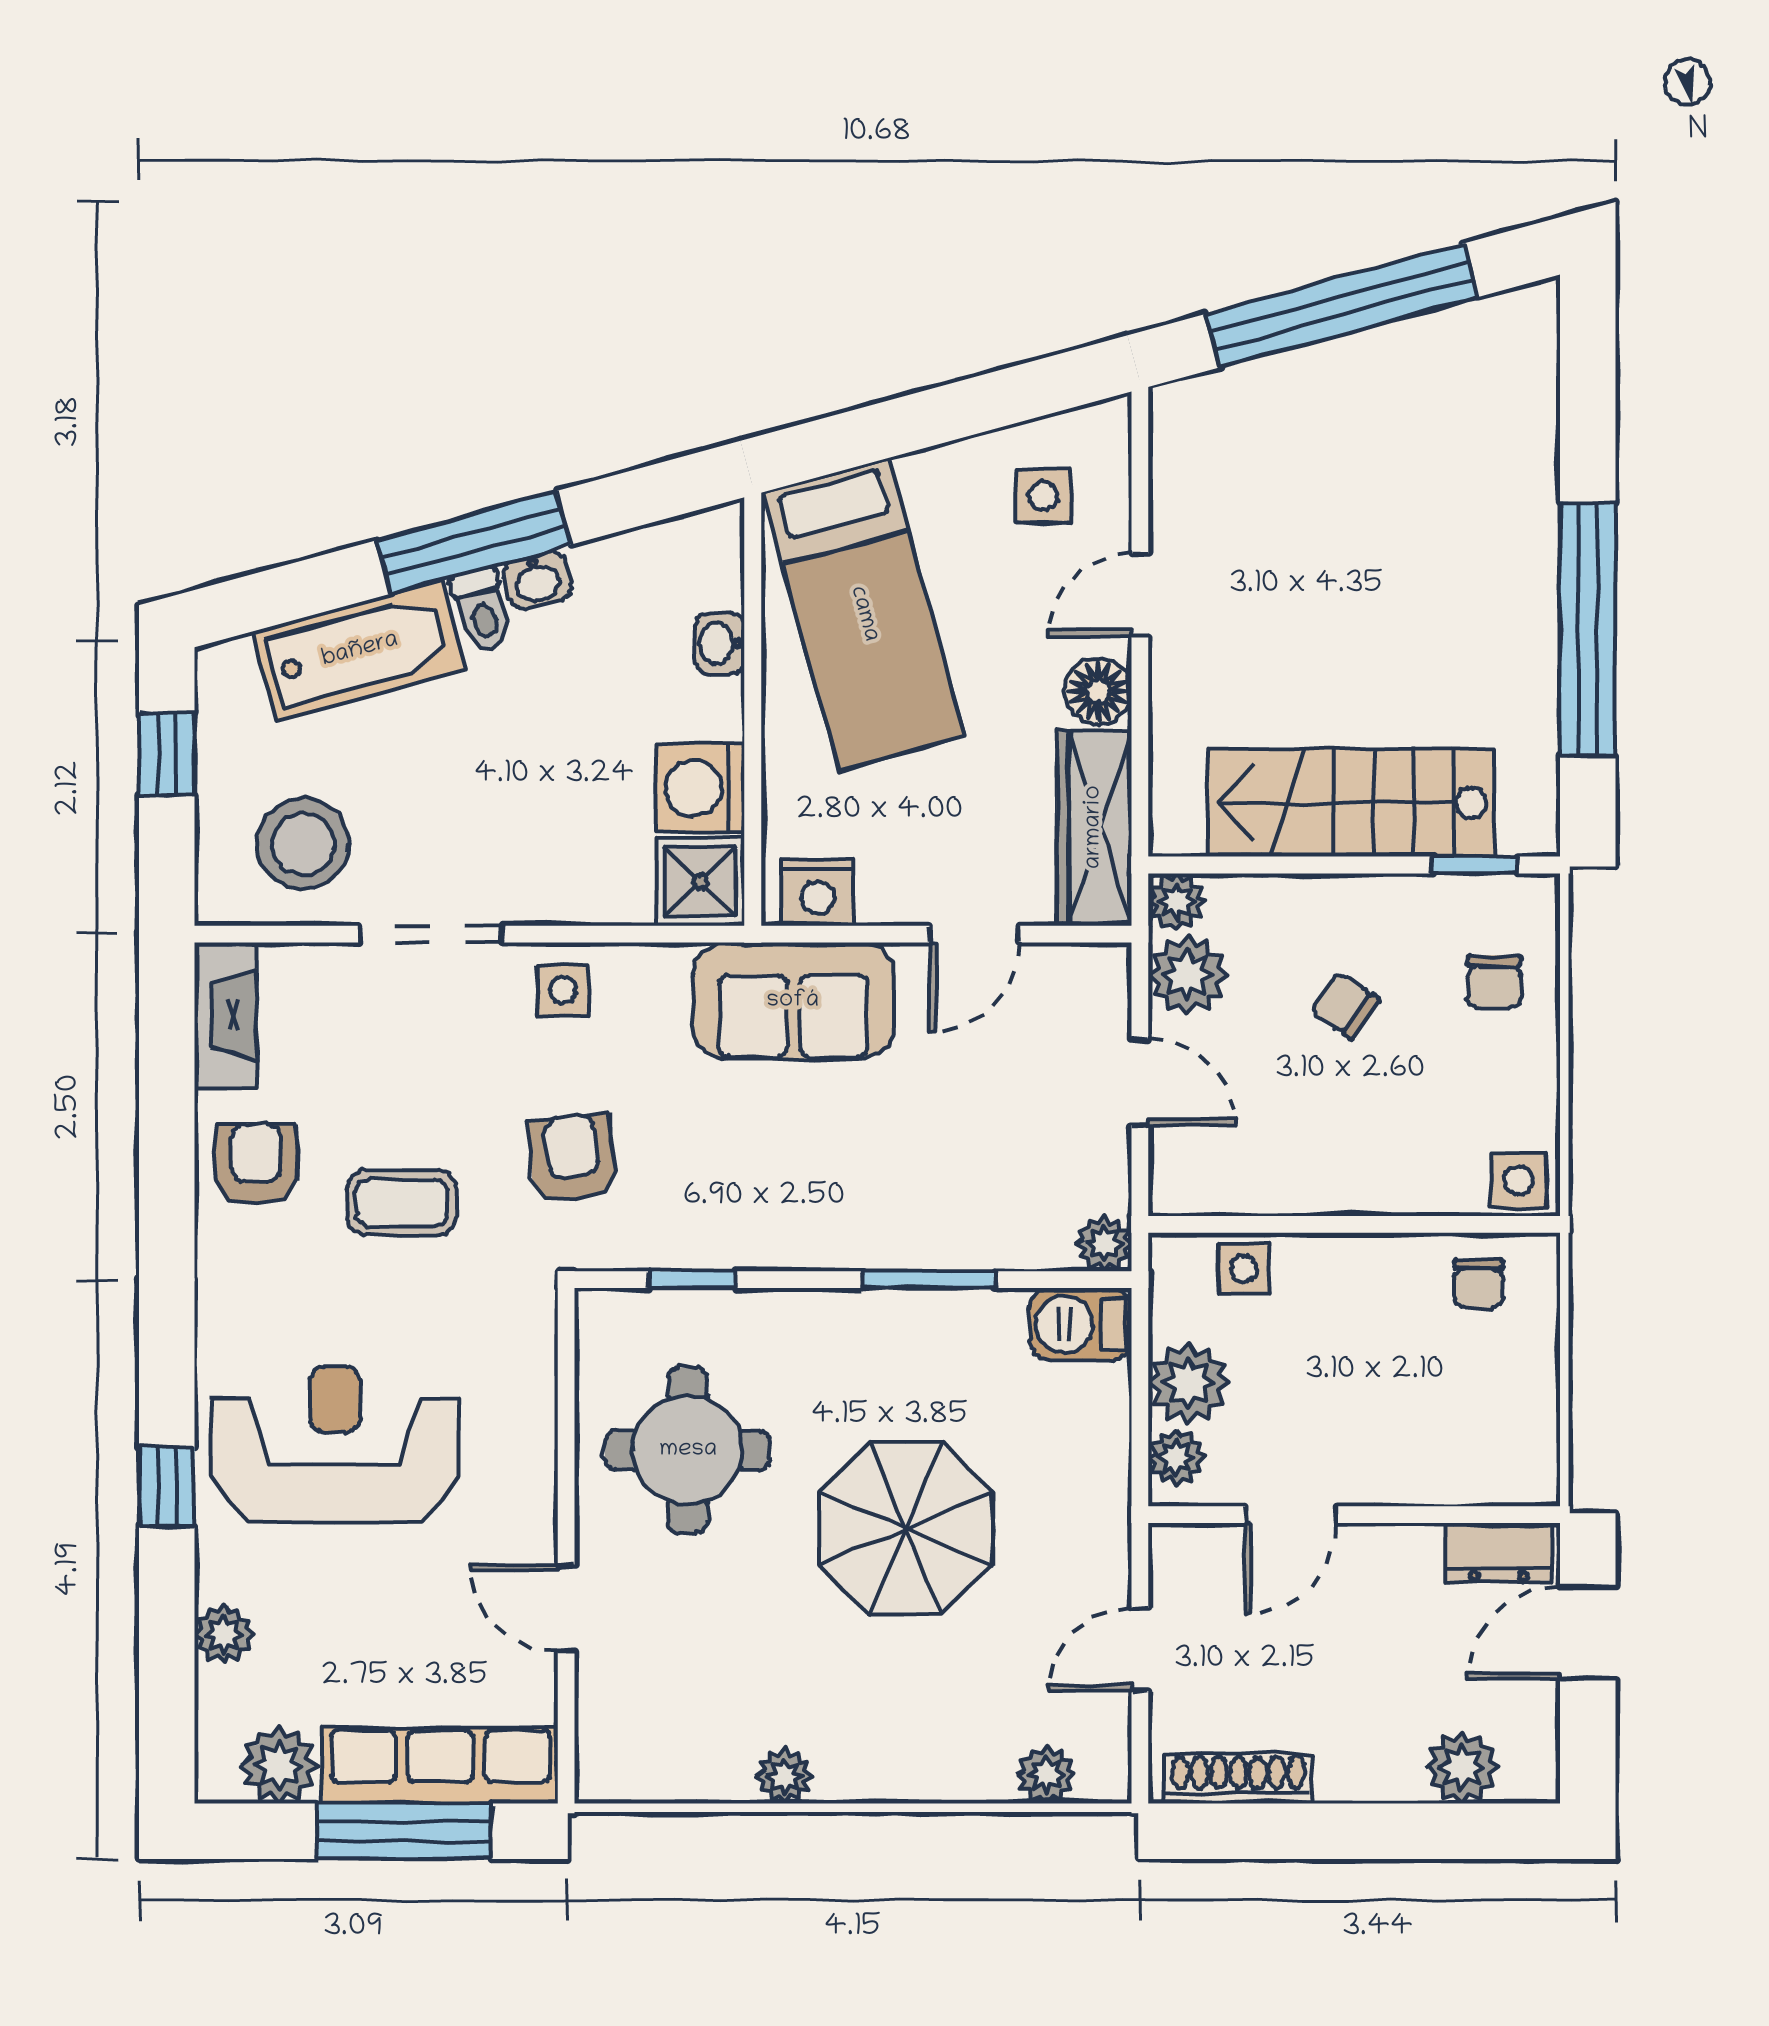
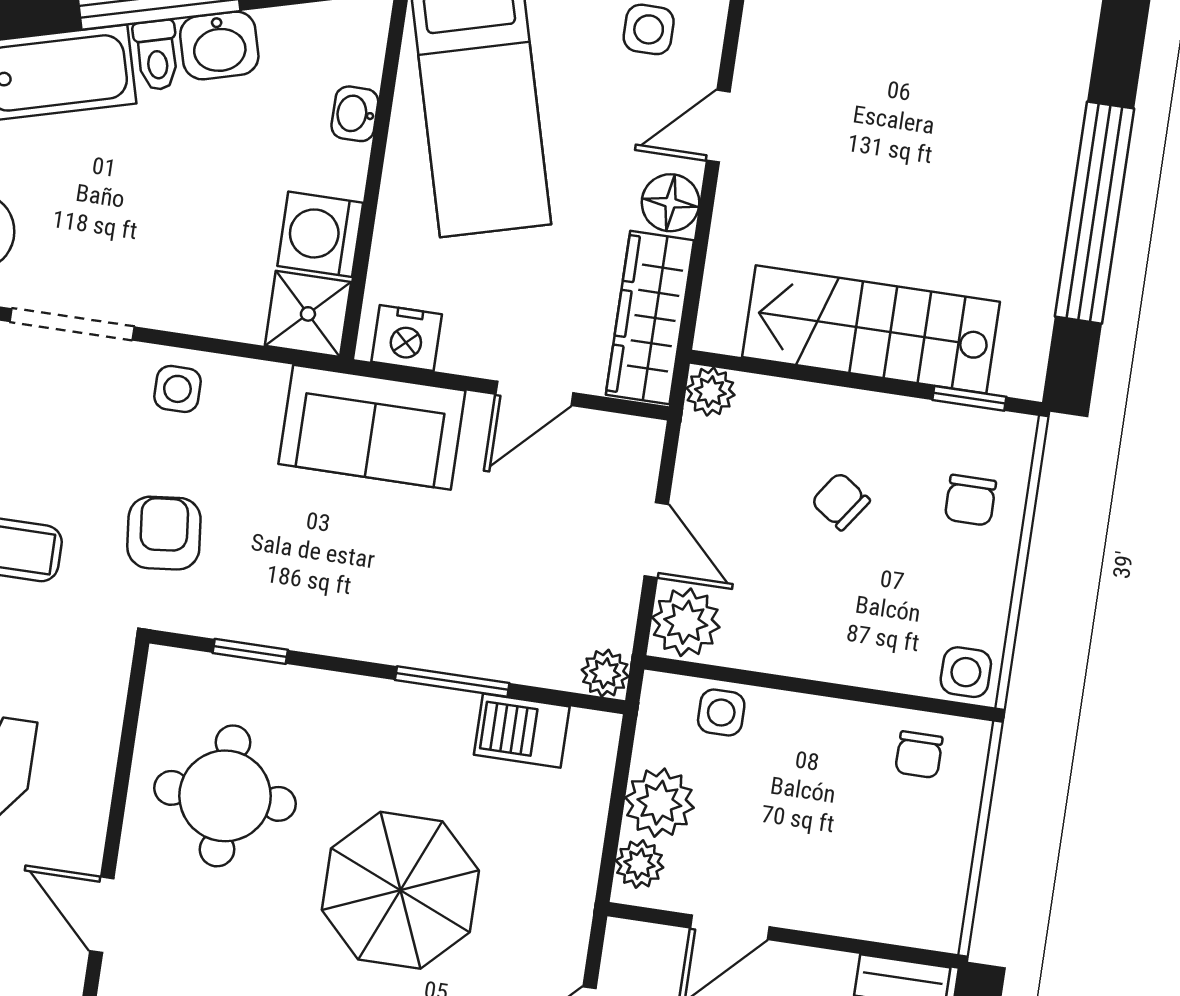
washbasin: (537, 580) -> (219, 45), width x1.38, depth x1.45
plant: (1188, 975) -> (686, 622), moved
barbecue: (1081, 1324) -> (522, 731), moved

